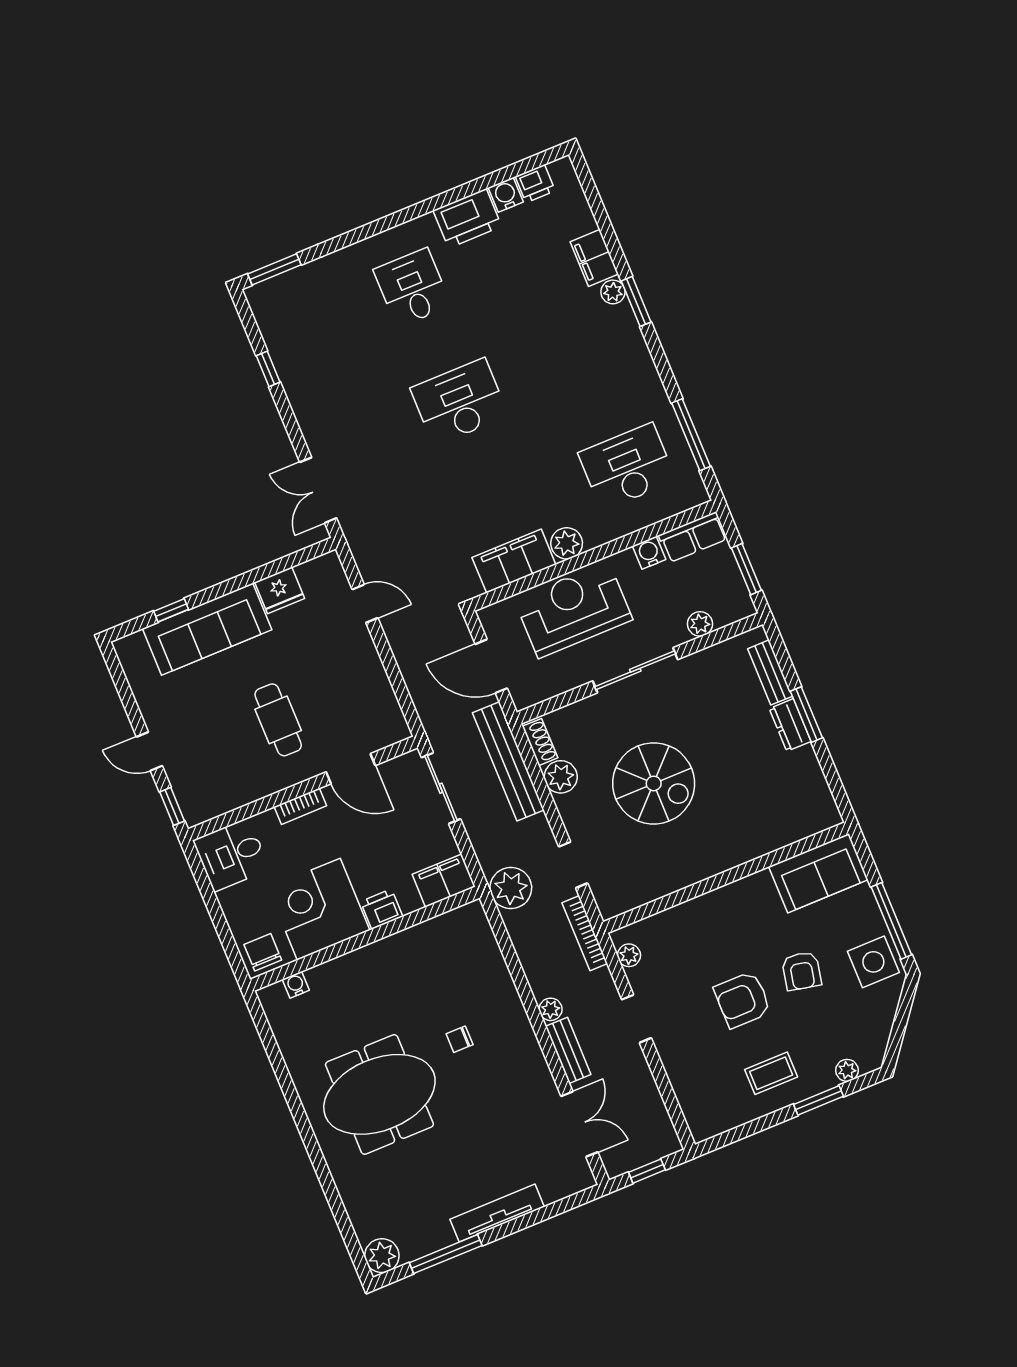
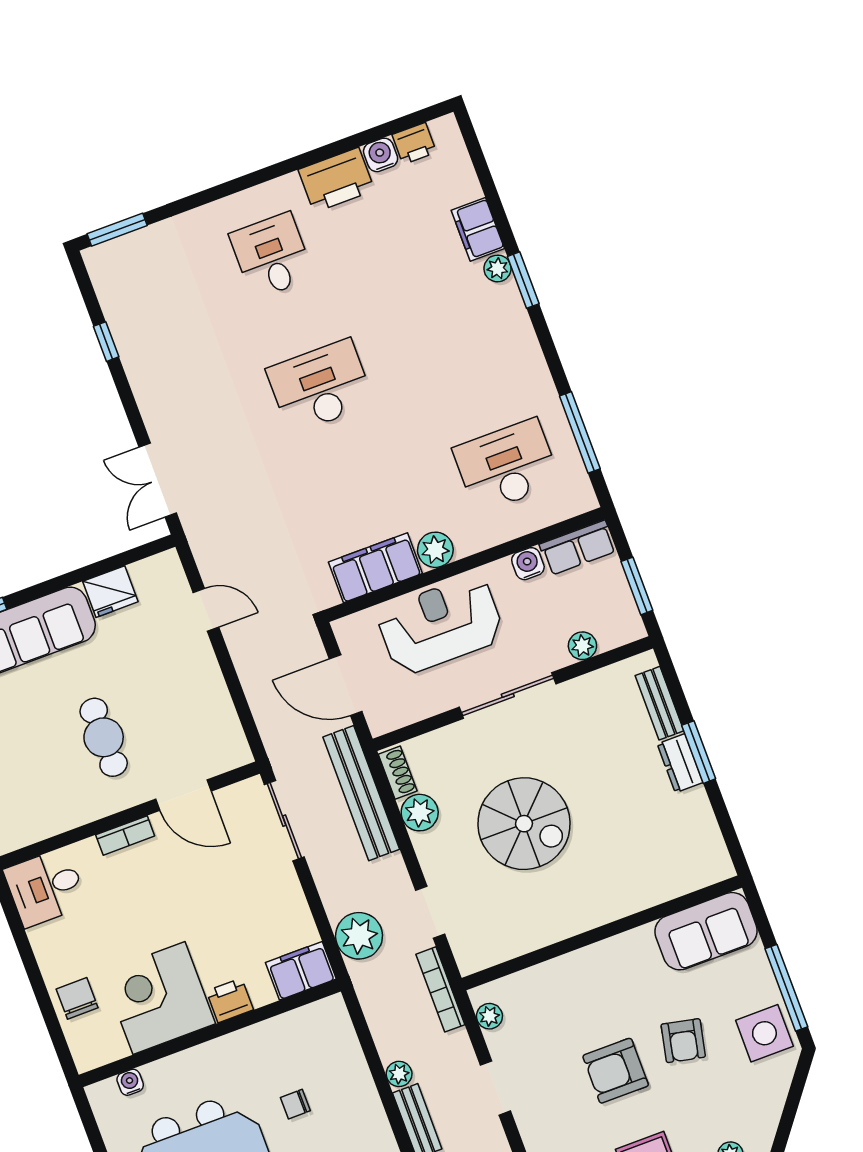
filing cabinet: (444, 881) -> (301, 971), moved
corner desk: (319, 909) -> (159, 998), moved
printer: (382, 909) -> (230, 1000), moved
wall: (365, 939) -> (210, 1033), moved
water cooler: (296, 985) -> (130, 1082), moved

